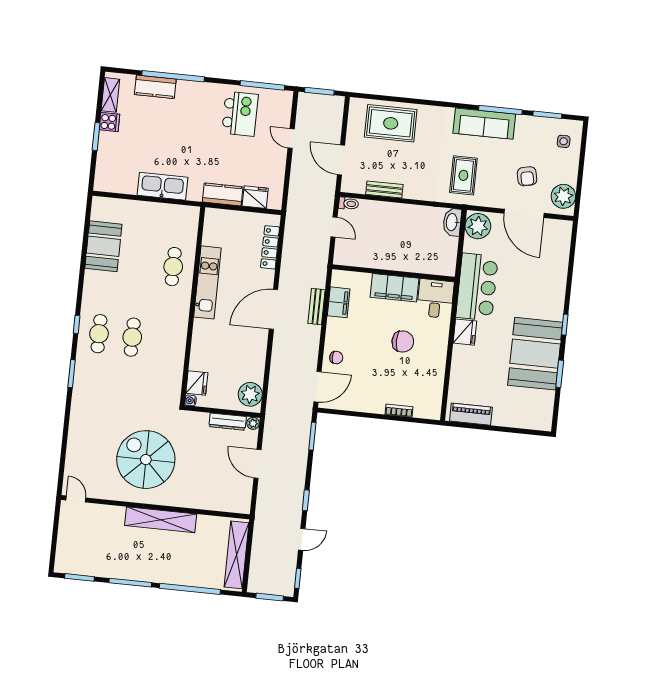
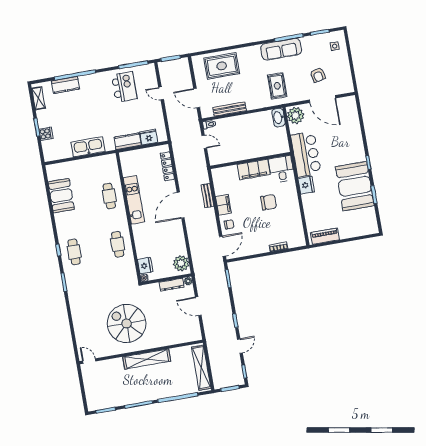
cooker: (109, 122) -> (46, 134), moved
bench: (384, 189) -> (230, 109), width x1.36
plant: (563, 196) -> (344, 81), removed
filing cabinet: (339, 302) -> (223, 205), moved
cafe table: (132, 337) -> (118, 244), moved

